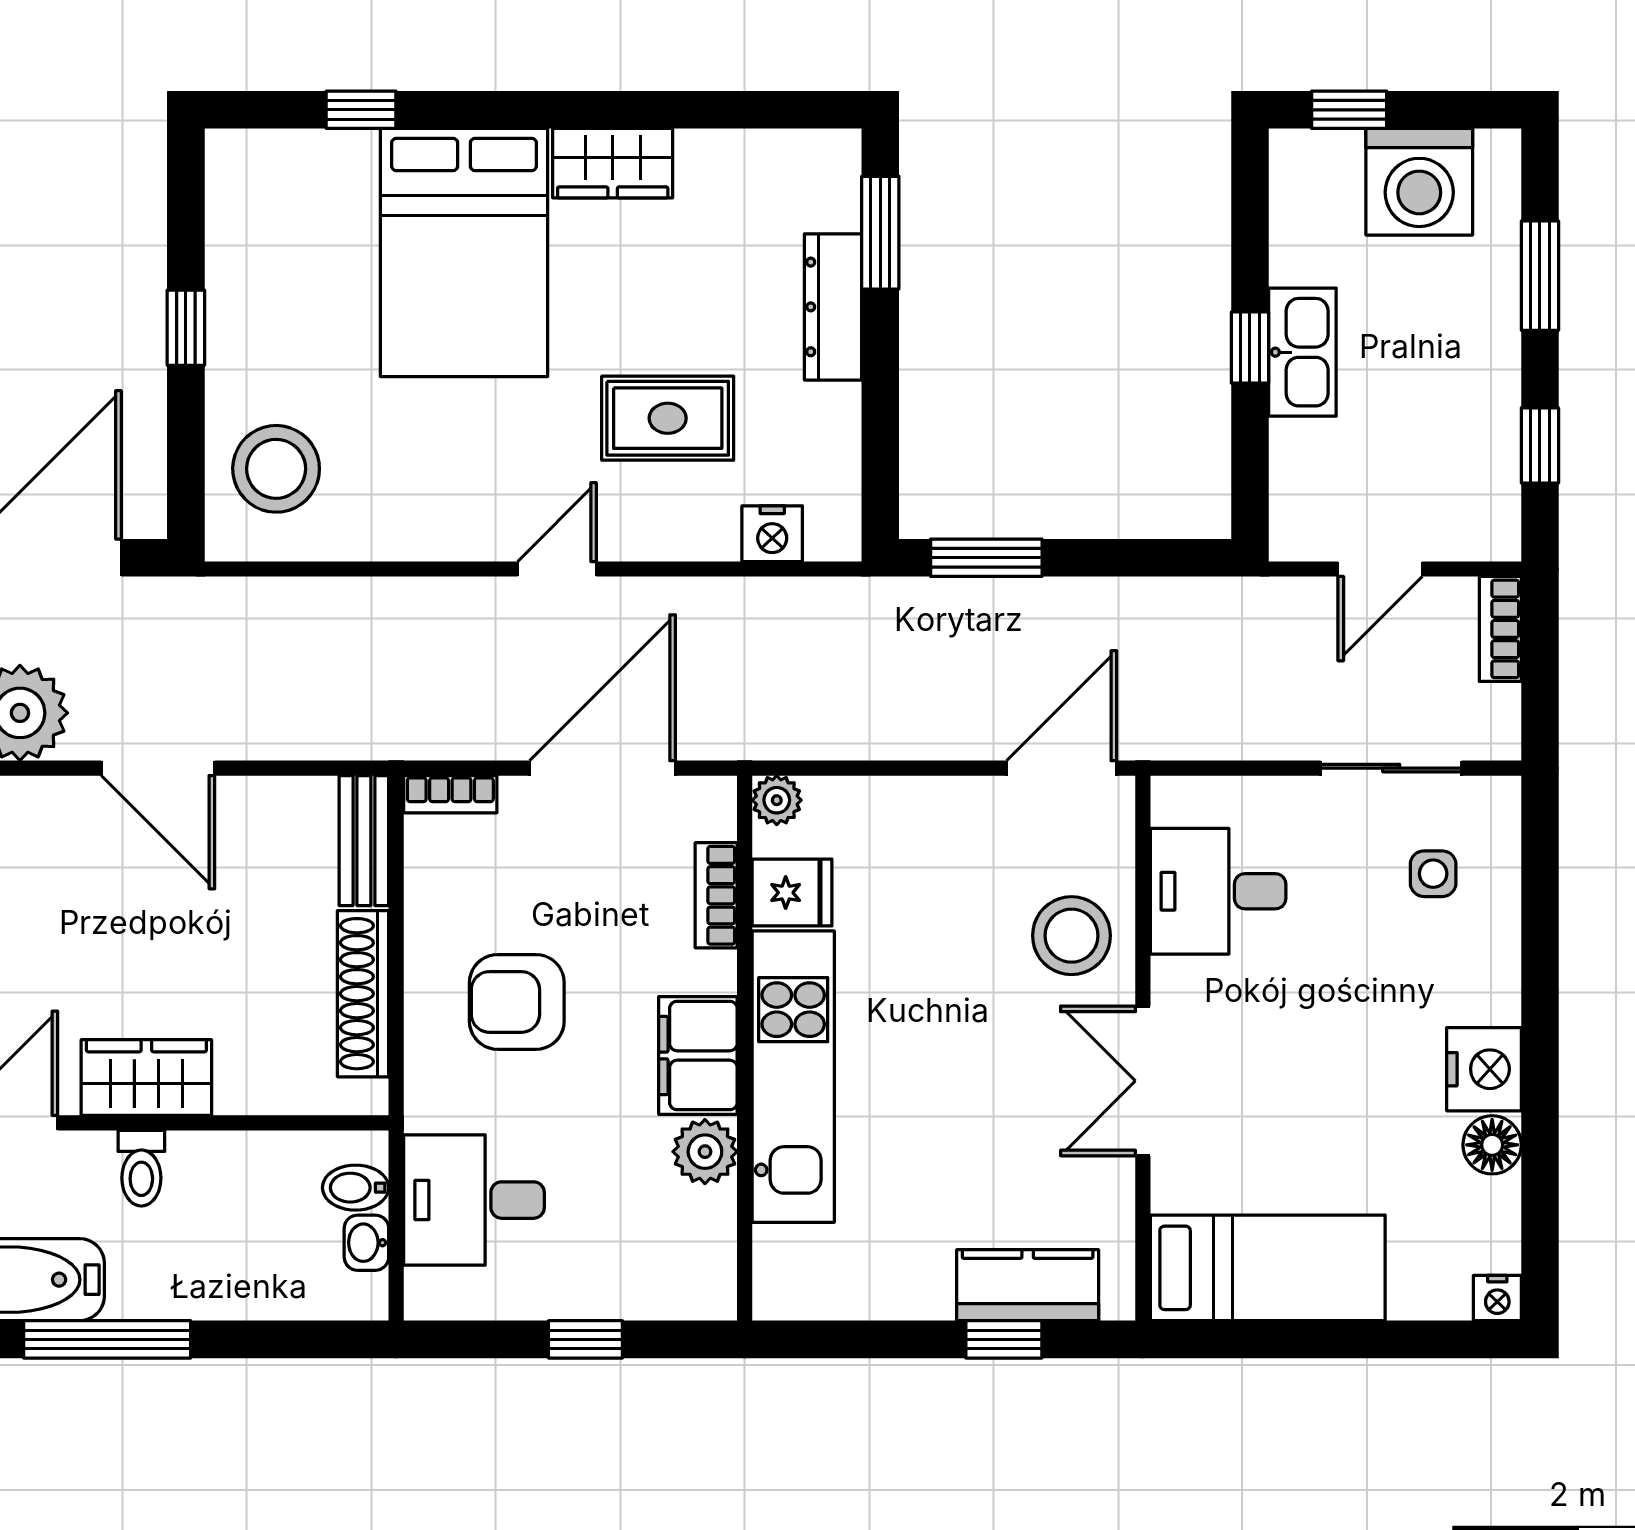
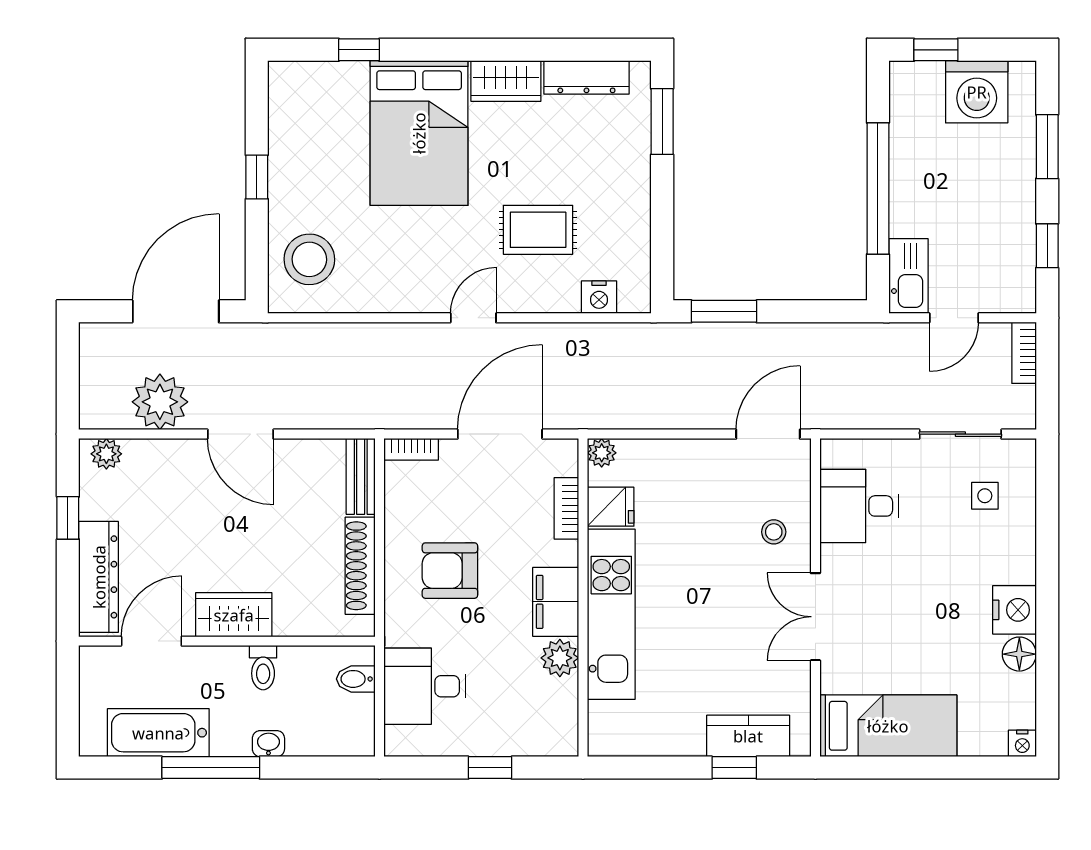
dresser: (833, 307) -> (586, 77), moved, turned -90
window: (1250, 347) -> (878, 189), width x3.17
kitchen sink: (1302, 352) -> (909, 276), moved
stool: (1071, 936) -> (774, 532), width x0.53, depth x0.53
toilet: (141, 1168) -> (263, 668), moved
washbasin: (366, 1243) -> (268, 744), moved, turned 90

